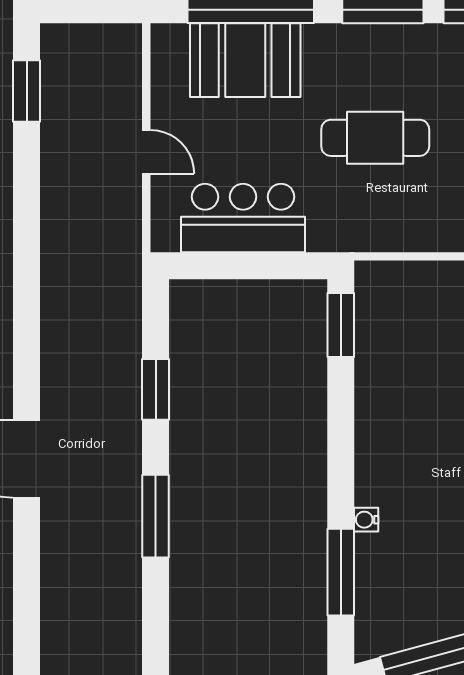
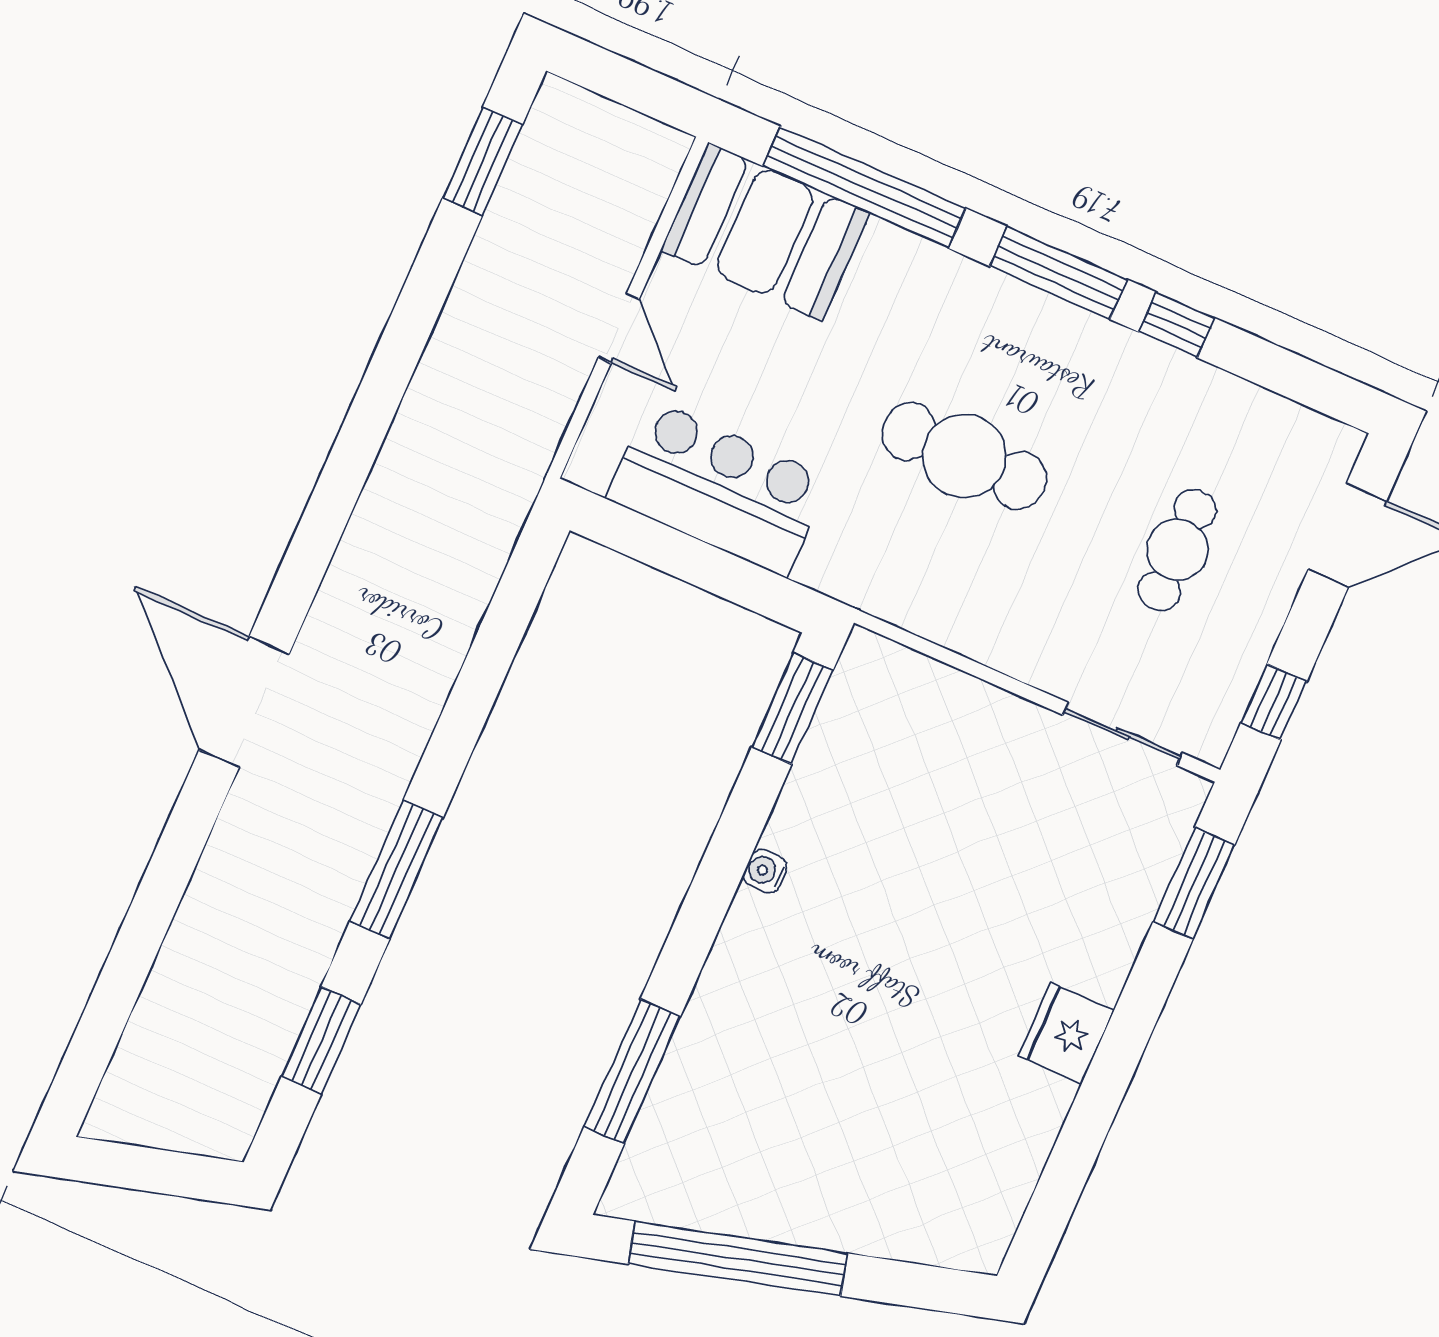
booth: (245, 60) -> (765, 232), moved
window: (156, 389) -> (321, 1040), moved
water cooler: (366, 520) -> (765, 871), moved

